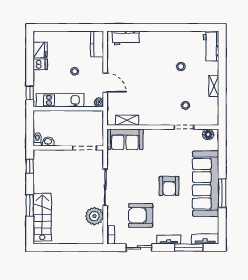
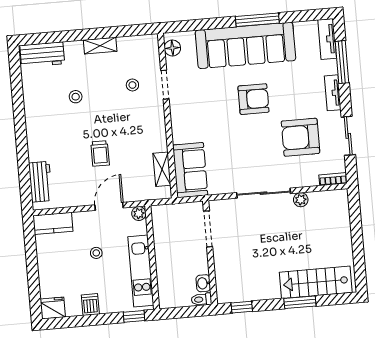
fridge: (40, 50) -> (53, 308), moved
trolley: (141, 80) -> (100, 153), added
armchair: (141, 215) -> (300, 137), turned 90
plant: (94, 216) -> (301, 200), width x0.53, depth x0.53

